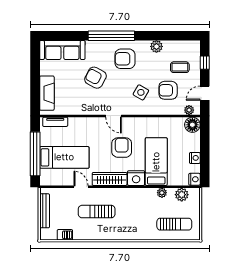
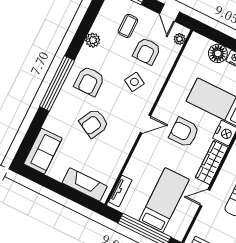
sofa: (62, 50) -> (43, 151), width x0.73
floor lamp: (192, 125) -> (218, 53), moved

